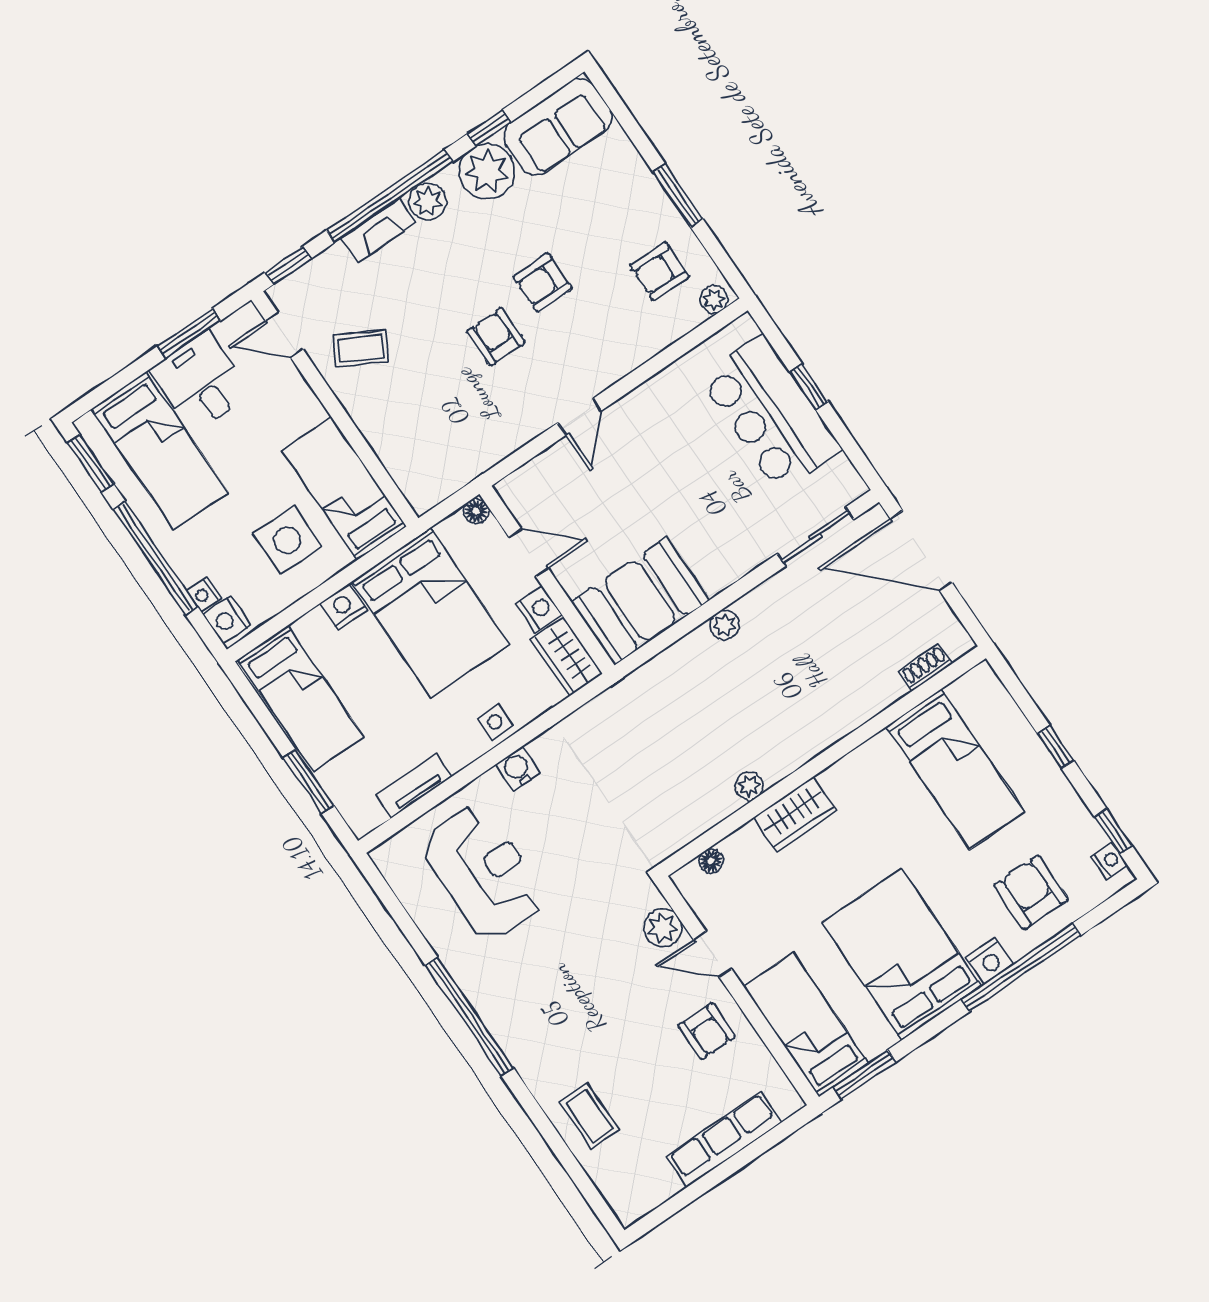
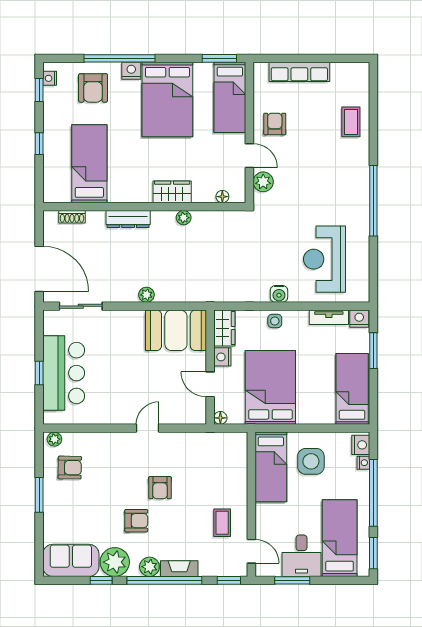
armchair: (543, 283) -> (136, 521), moved
coffee table: (361, 348) -> (222, 523), turned 61
nightstand: (344, 607) -> (359, 319), moved, turned 180
dresser: (835, 724) -> (128, 219), added

